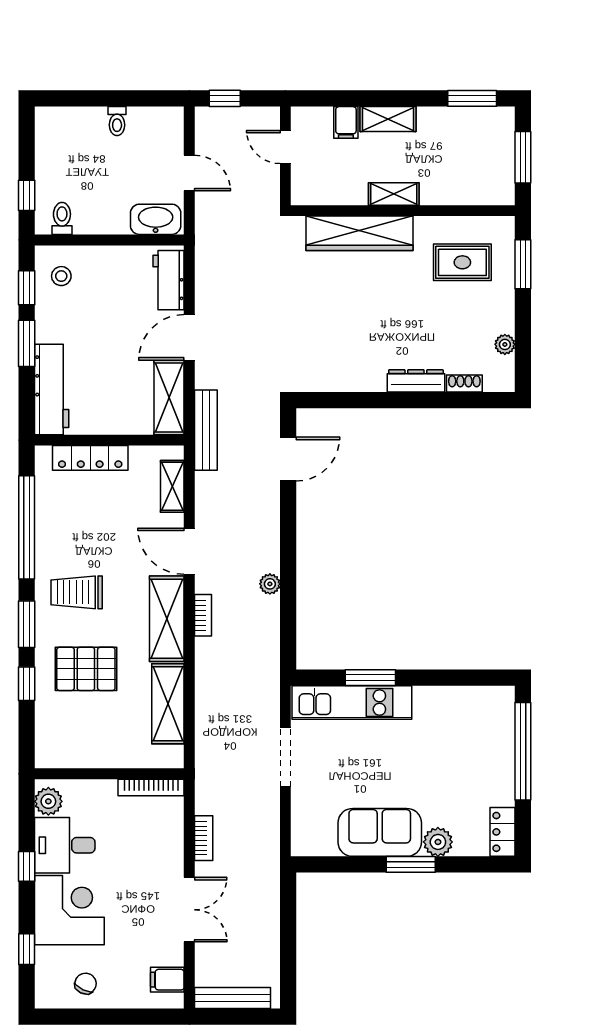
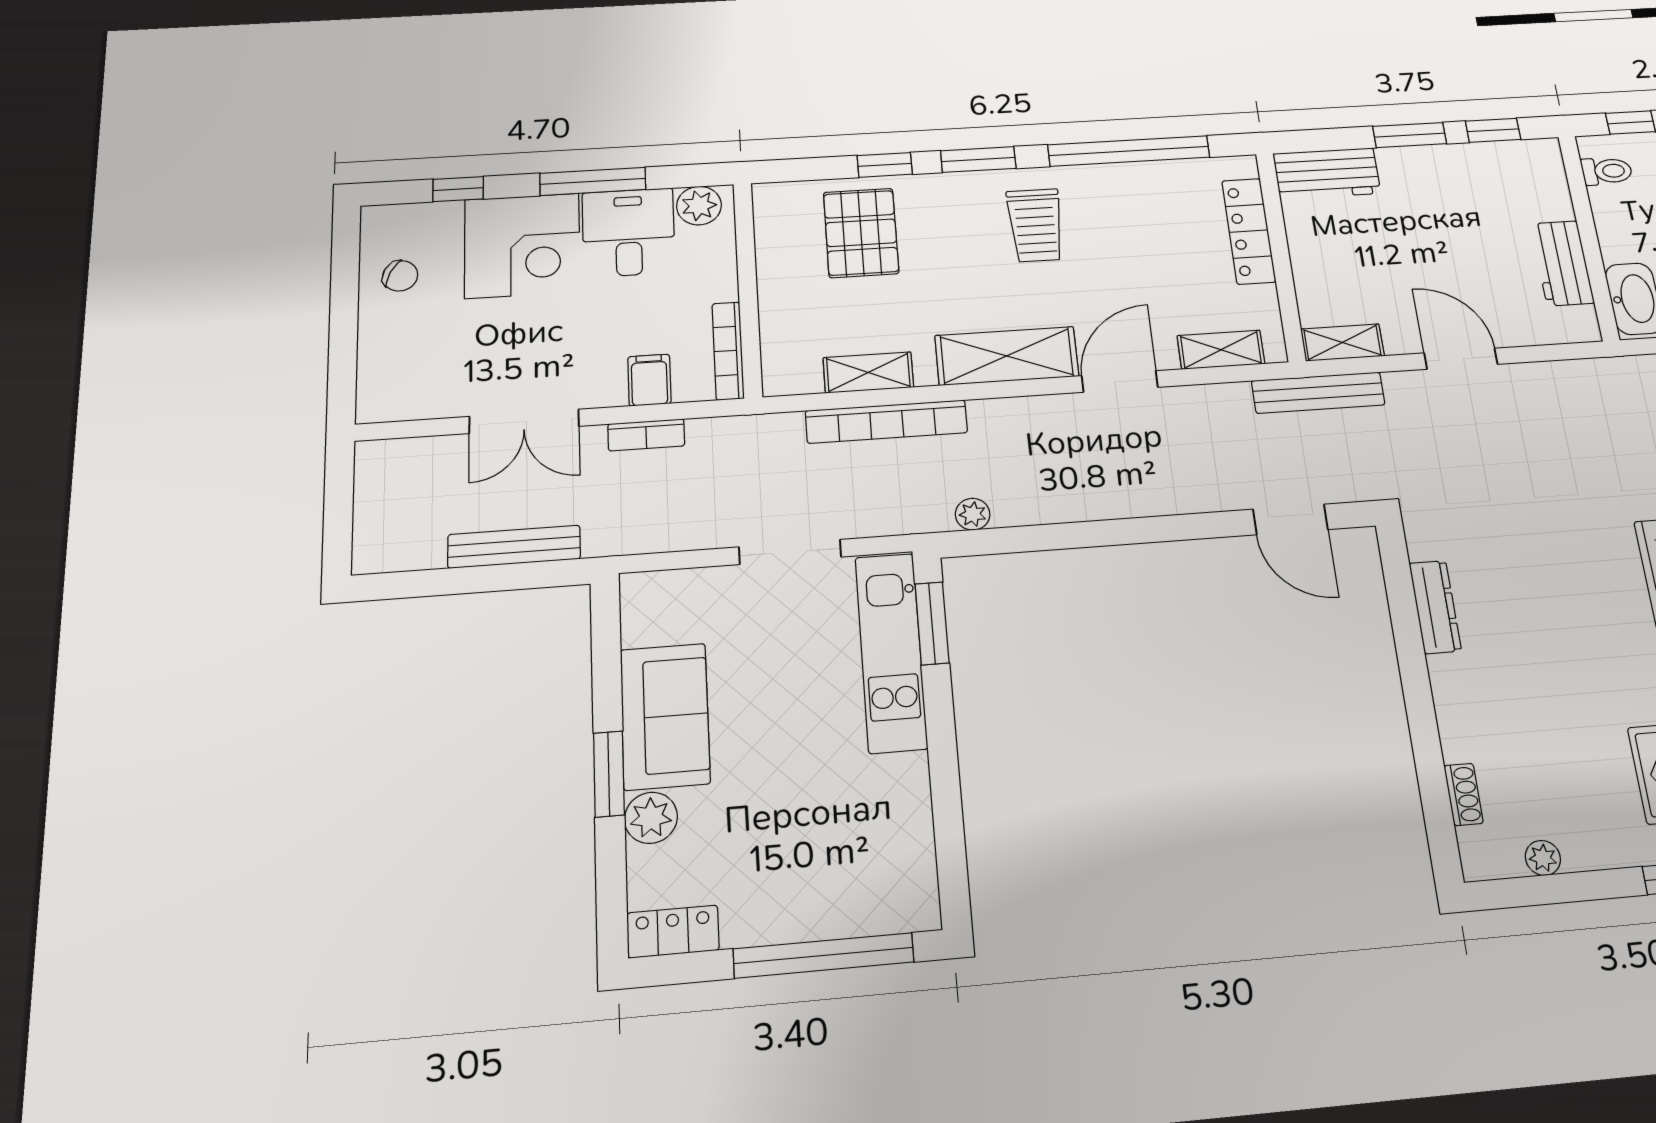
stool: (61, 276) -> (1520, 175), removed
workbench: (169, 280) -> (1562, 263), moved, turned -90
dresser: (416, 381) -> (1435, 607), moved
workbench: (52, 389) -> (1327, 173), width x0.73
shelving: (169, 397) -> (1342, 343), width x0.67, depth x0.75
plant: (270, 584) -> (973, 514), moved
trolley: (77, 592) -> (1035, 225), turned 180
bookcase: (203, 615) -> (886, 422), moved, width x2.31, depth x1.31
pallet: (86, 669) -> (861, 233), moved
window: (370, 678) -> (932, 623), moved
shelving: (168, 704) -> (868, 372), width x0.67, depth x0.75
window: (27, 866) -> (593, 181), width x2.17
filing cabinet: (167, 980) -> (649, 380), moved
bench: (233, 998) -> (514, 547), moved, turned 90

